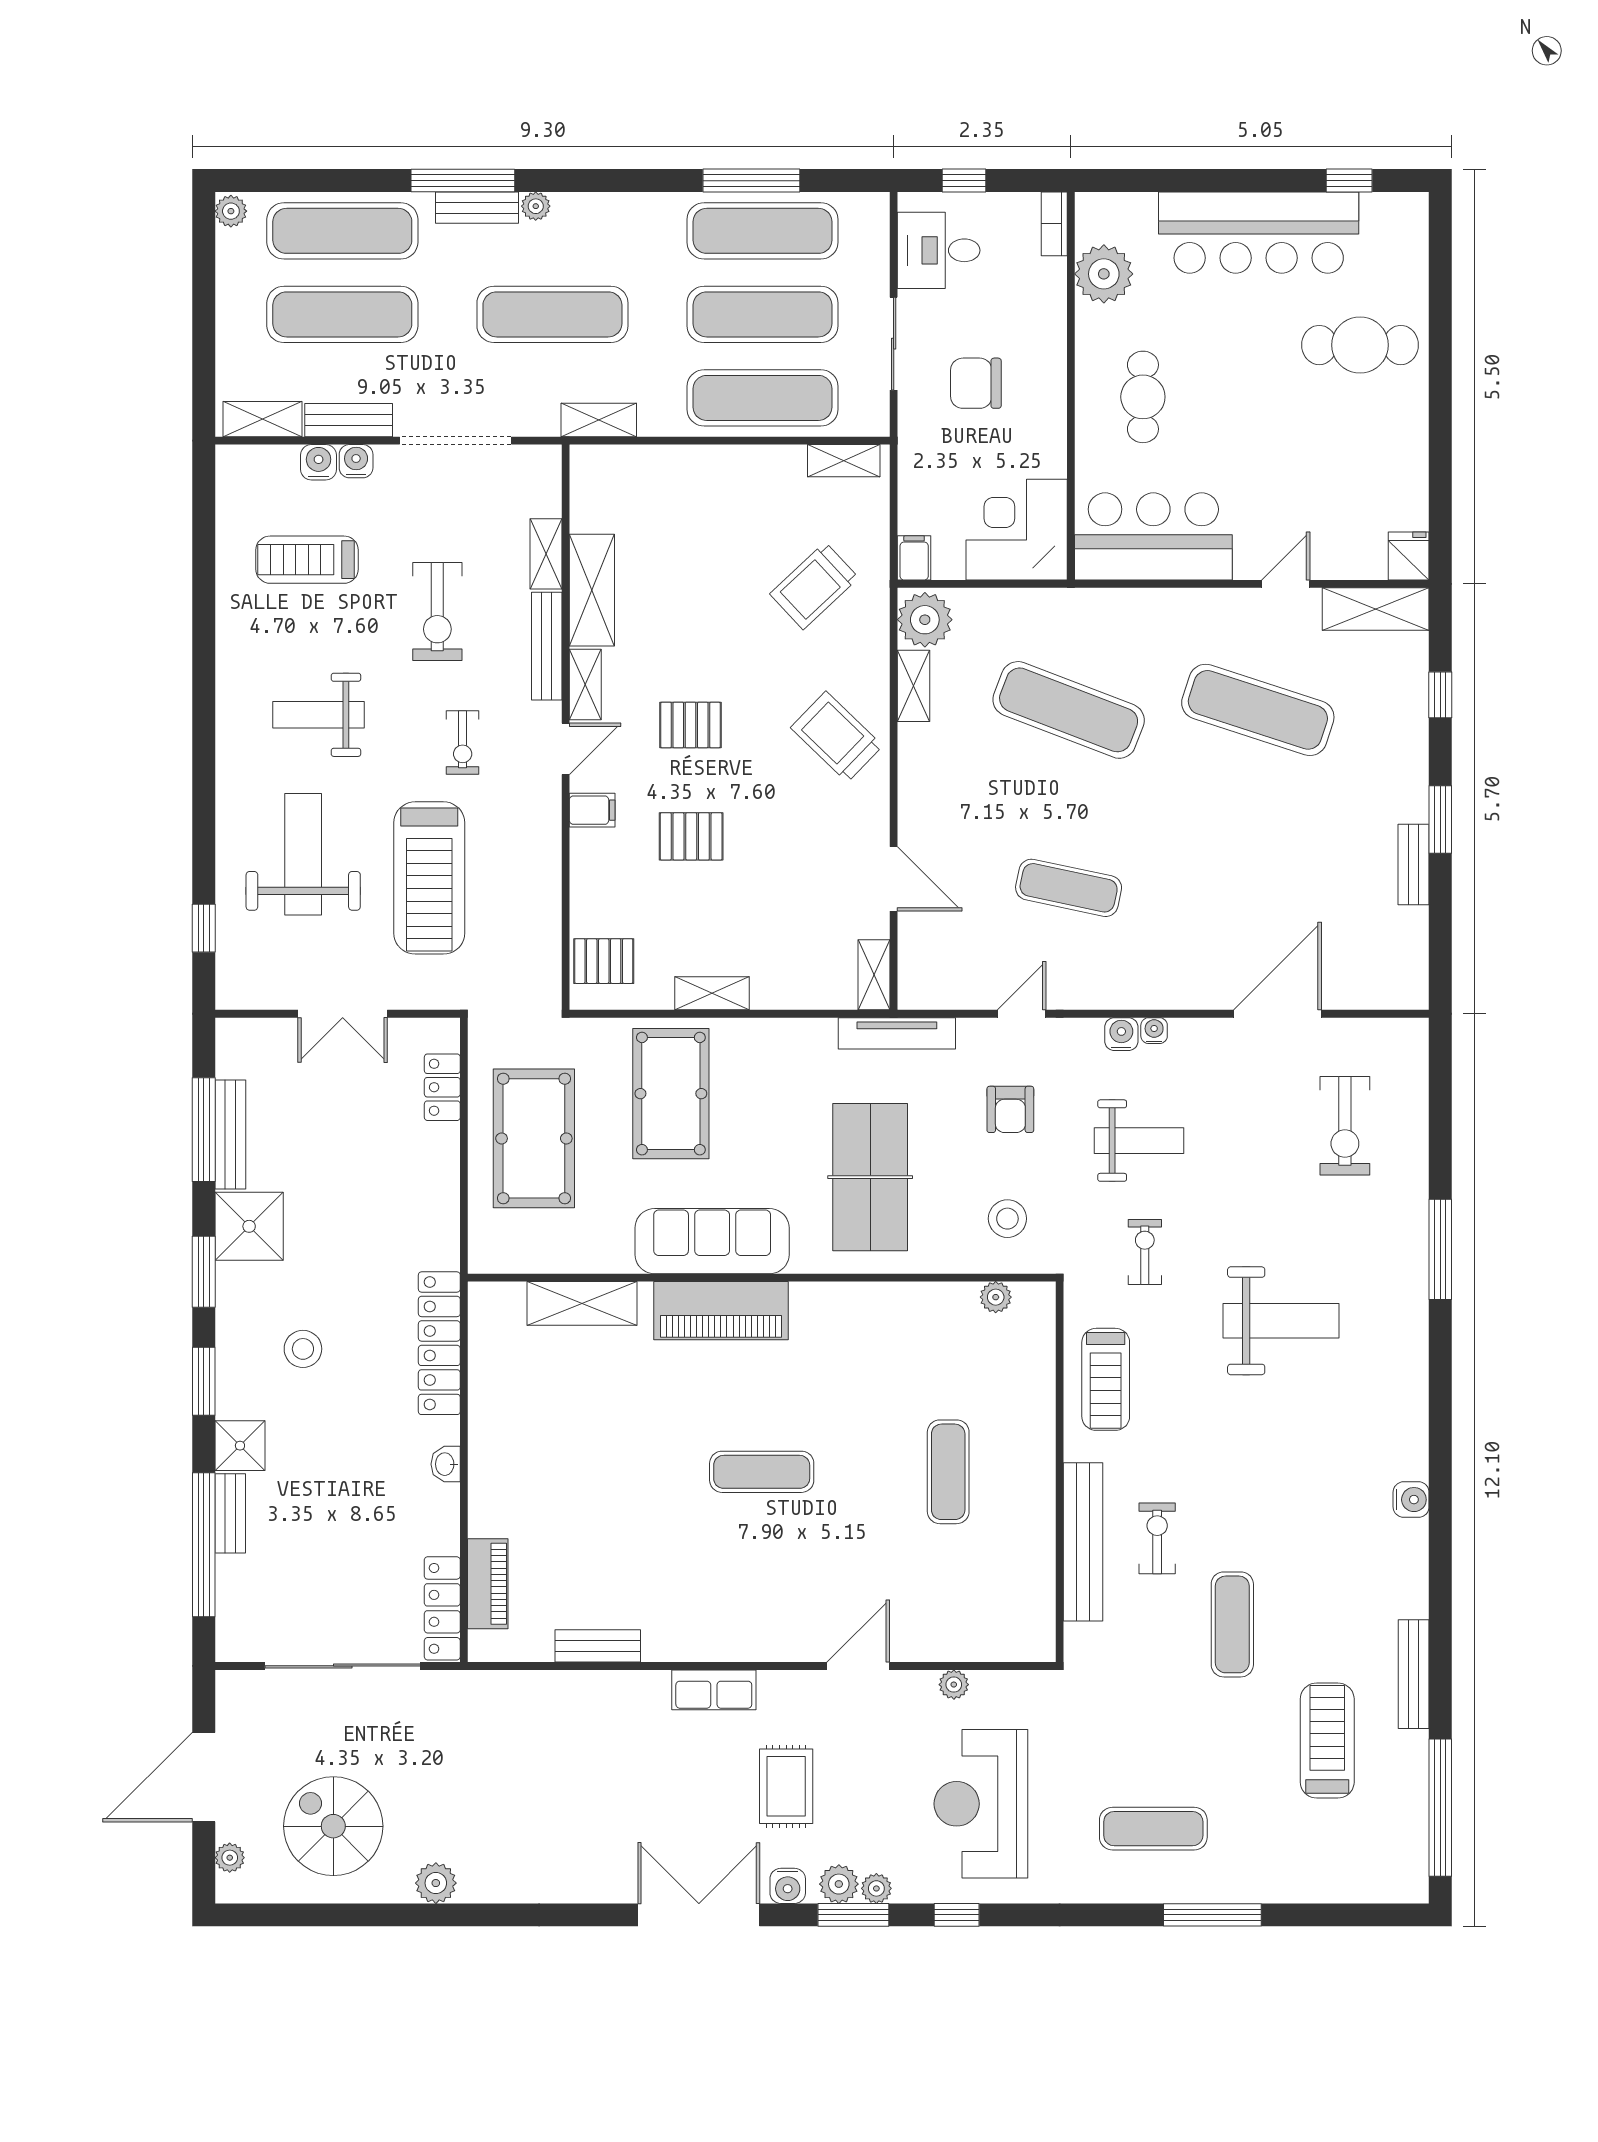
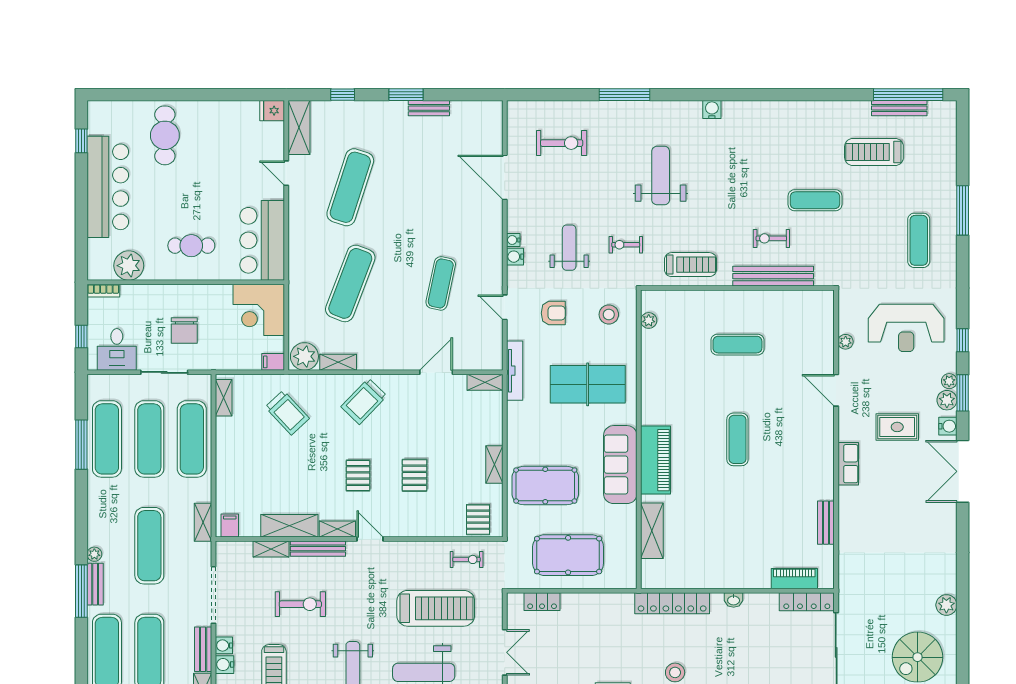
exercise bike: (463, 742) -> (467, 559), moved
filing cabinet: (592, 810) -> (230, 526), moved
water cooler: (1411, 1500) -> (712, 109), moved
bench: (1414, 1674) -> (899, 108), moved

